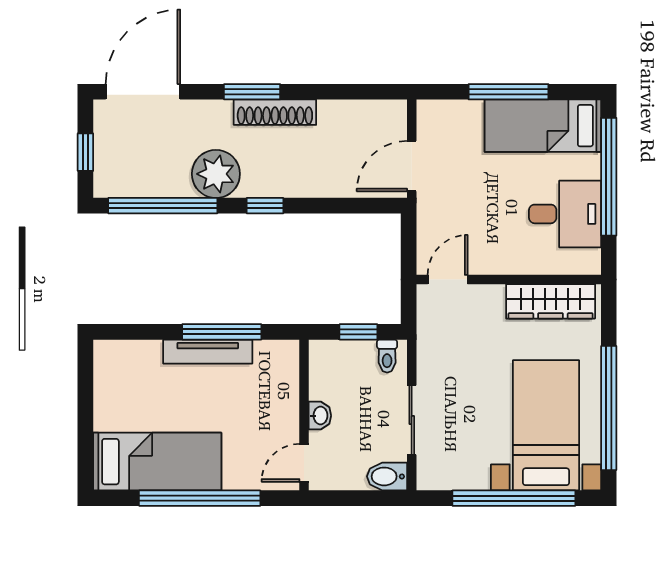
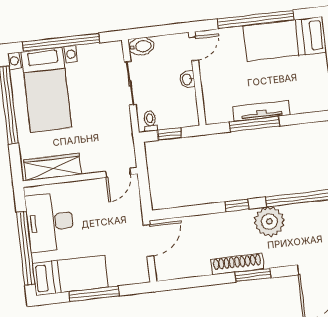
desk: (565, 214) -> (50, 222), width x1.37

